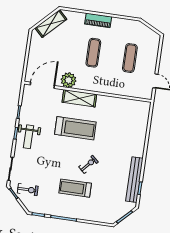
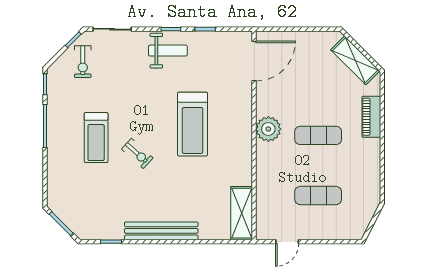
piano: (98, 20) -> (371, 117), moved
plant: (69, 80) -> (268, 129), moved
door: (42, 85) -> (254, 61), hinge flipped
shelving: (79, 98) -> (242, 213), moved
weight bench: (28, 137) -> (168, 51), turned 180
bench: (134, 180) -> (161, 231), moved
treadmill: (75, 188) -> (96, 138), turned 180

